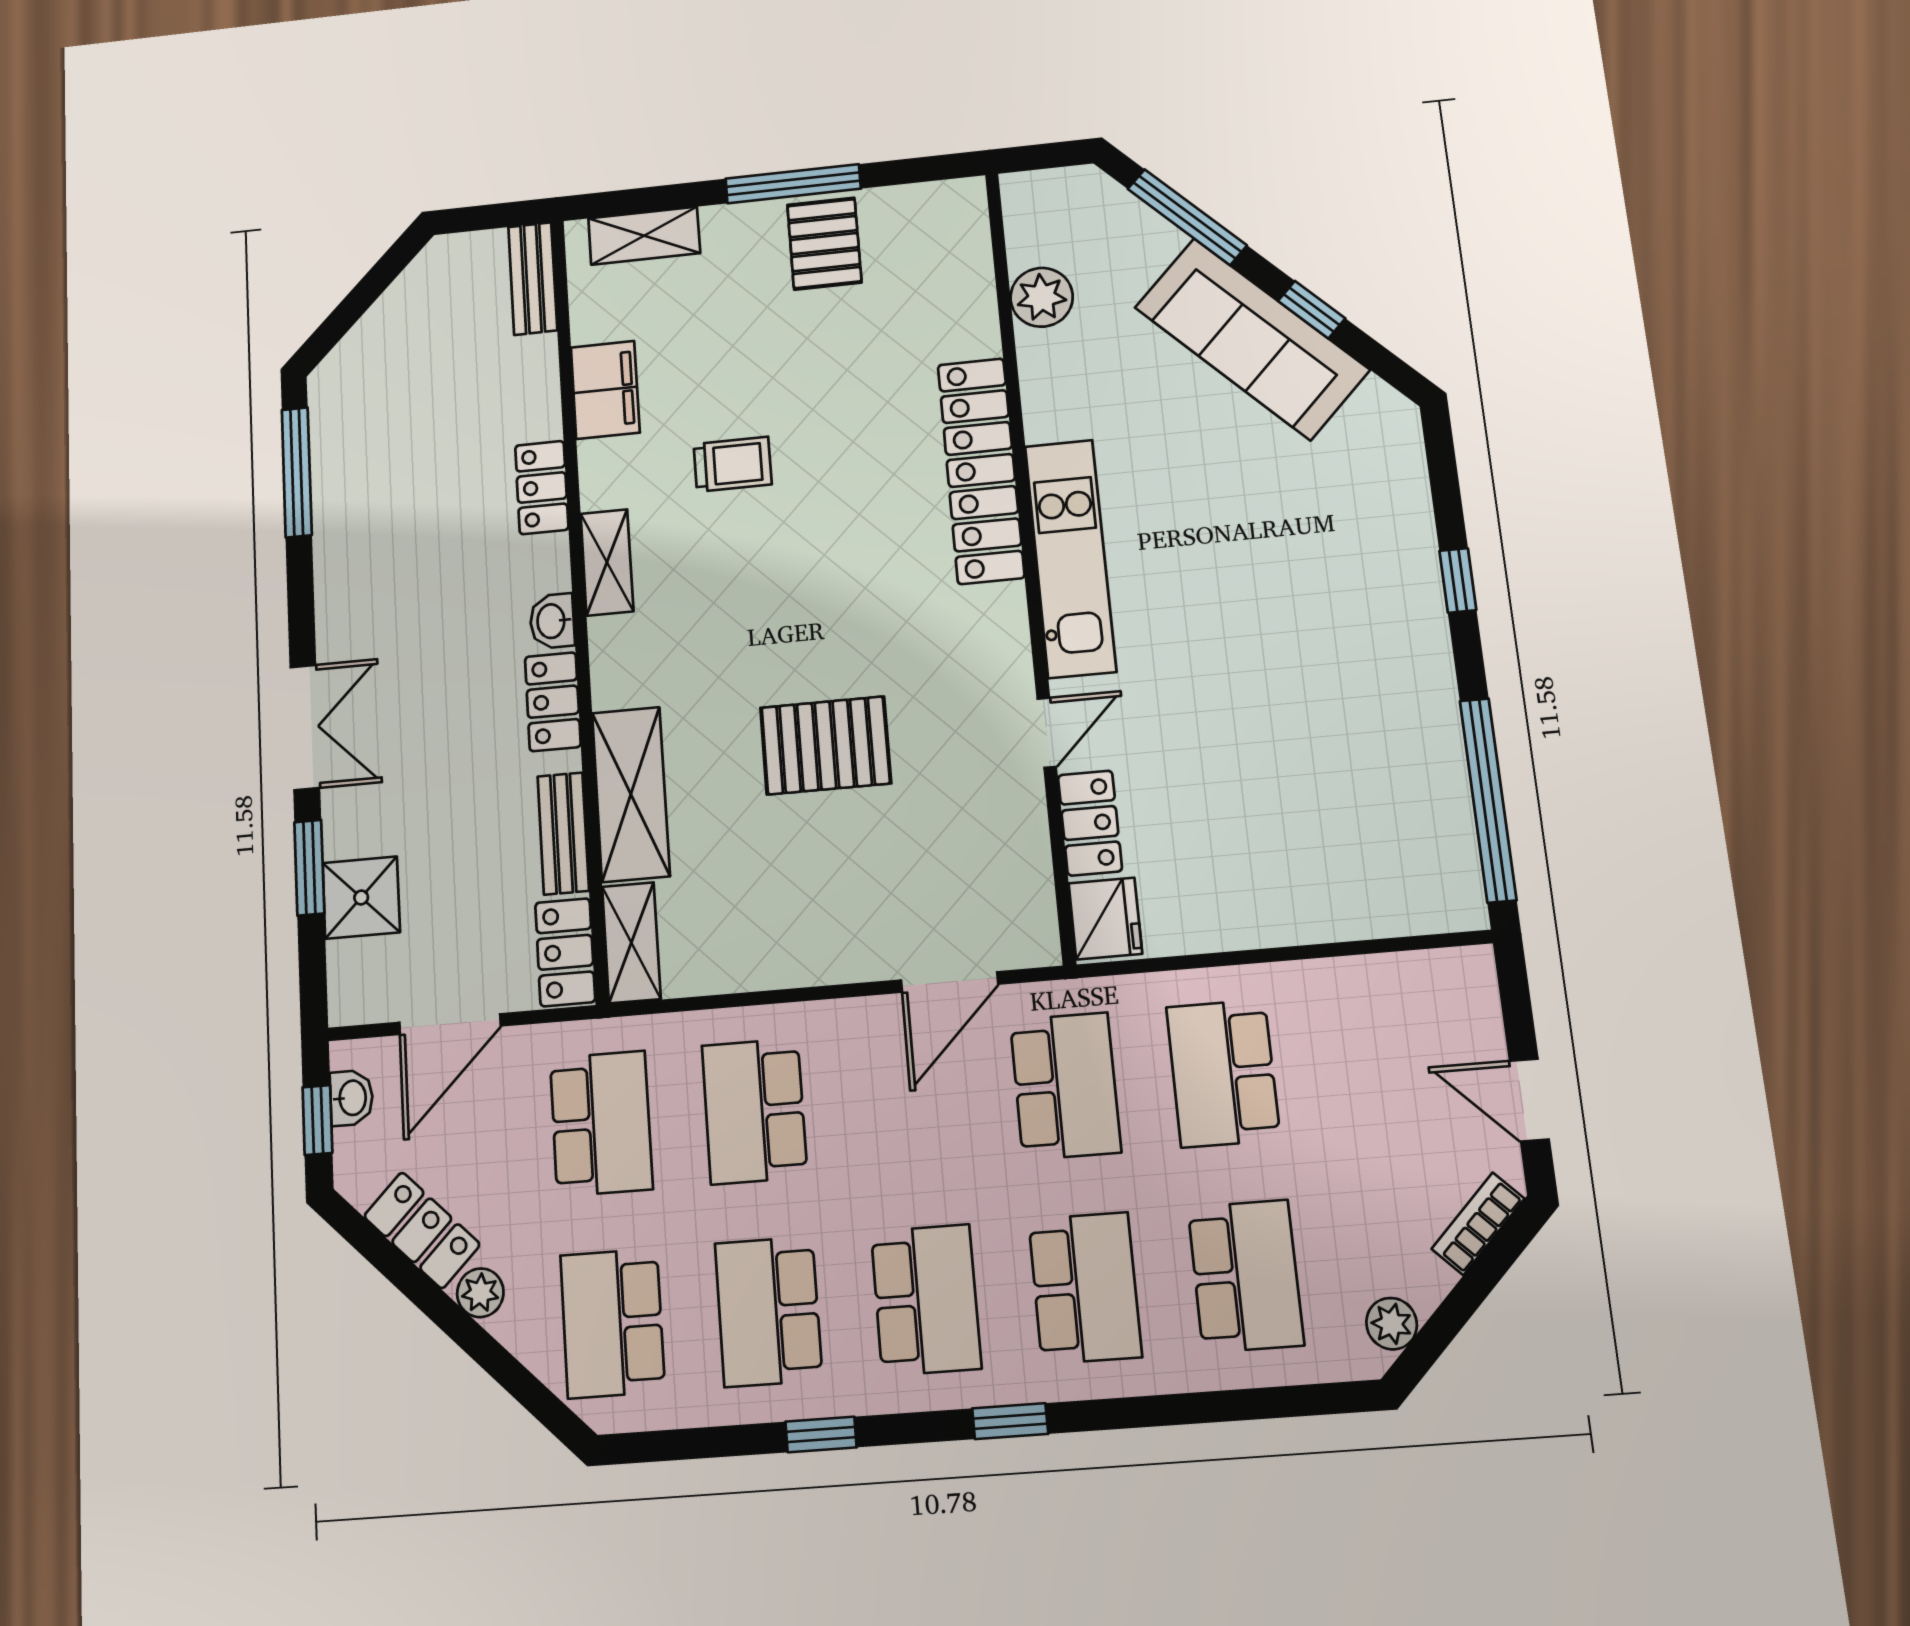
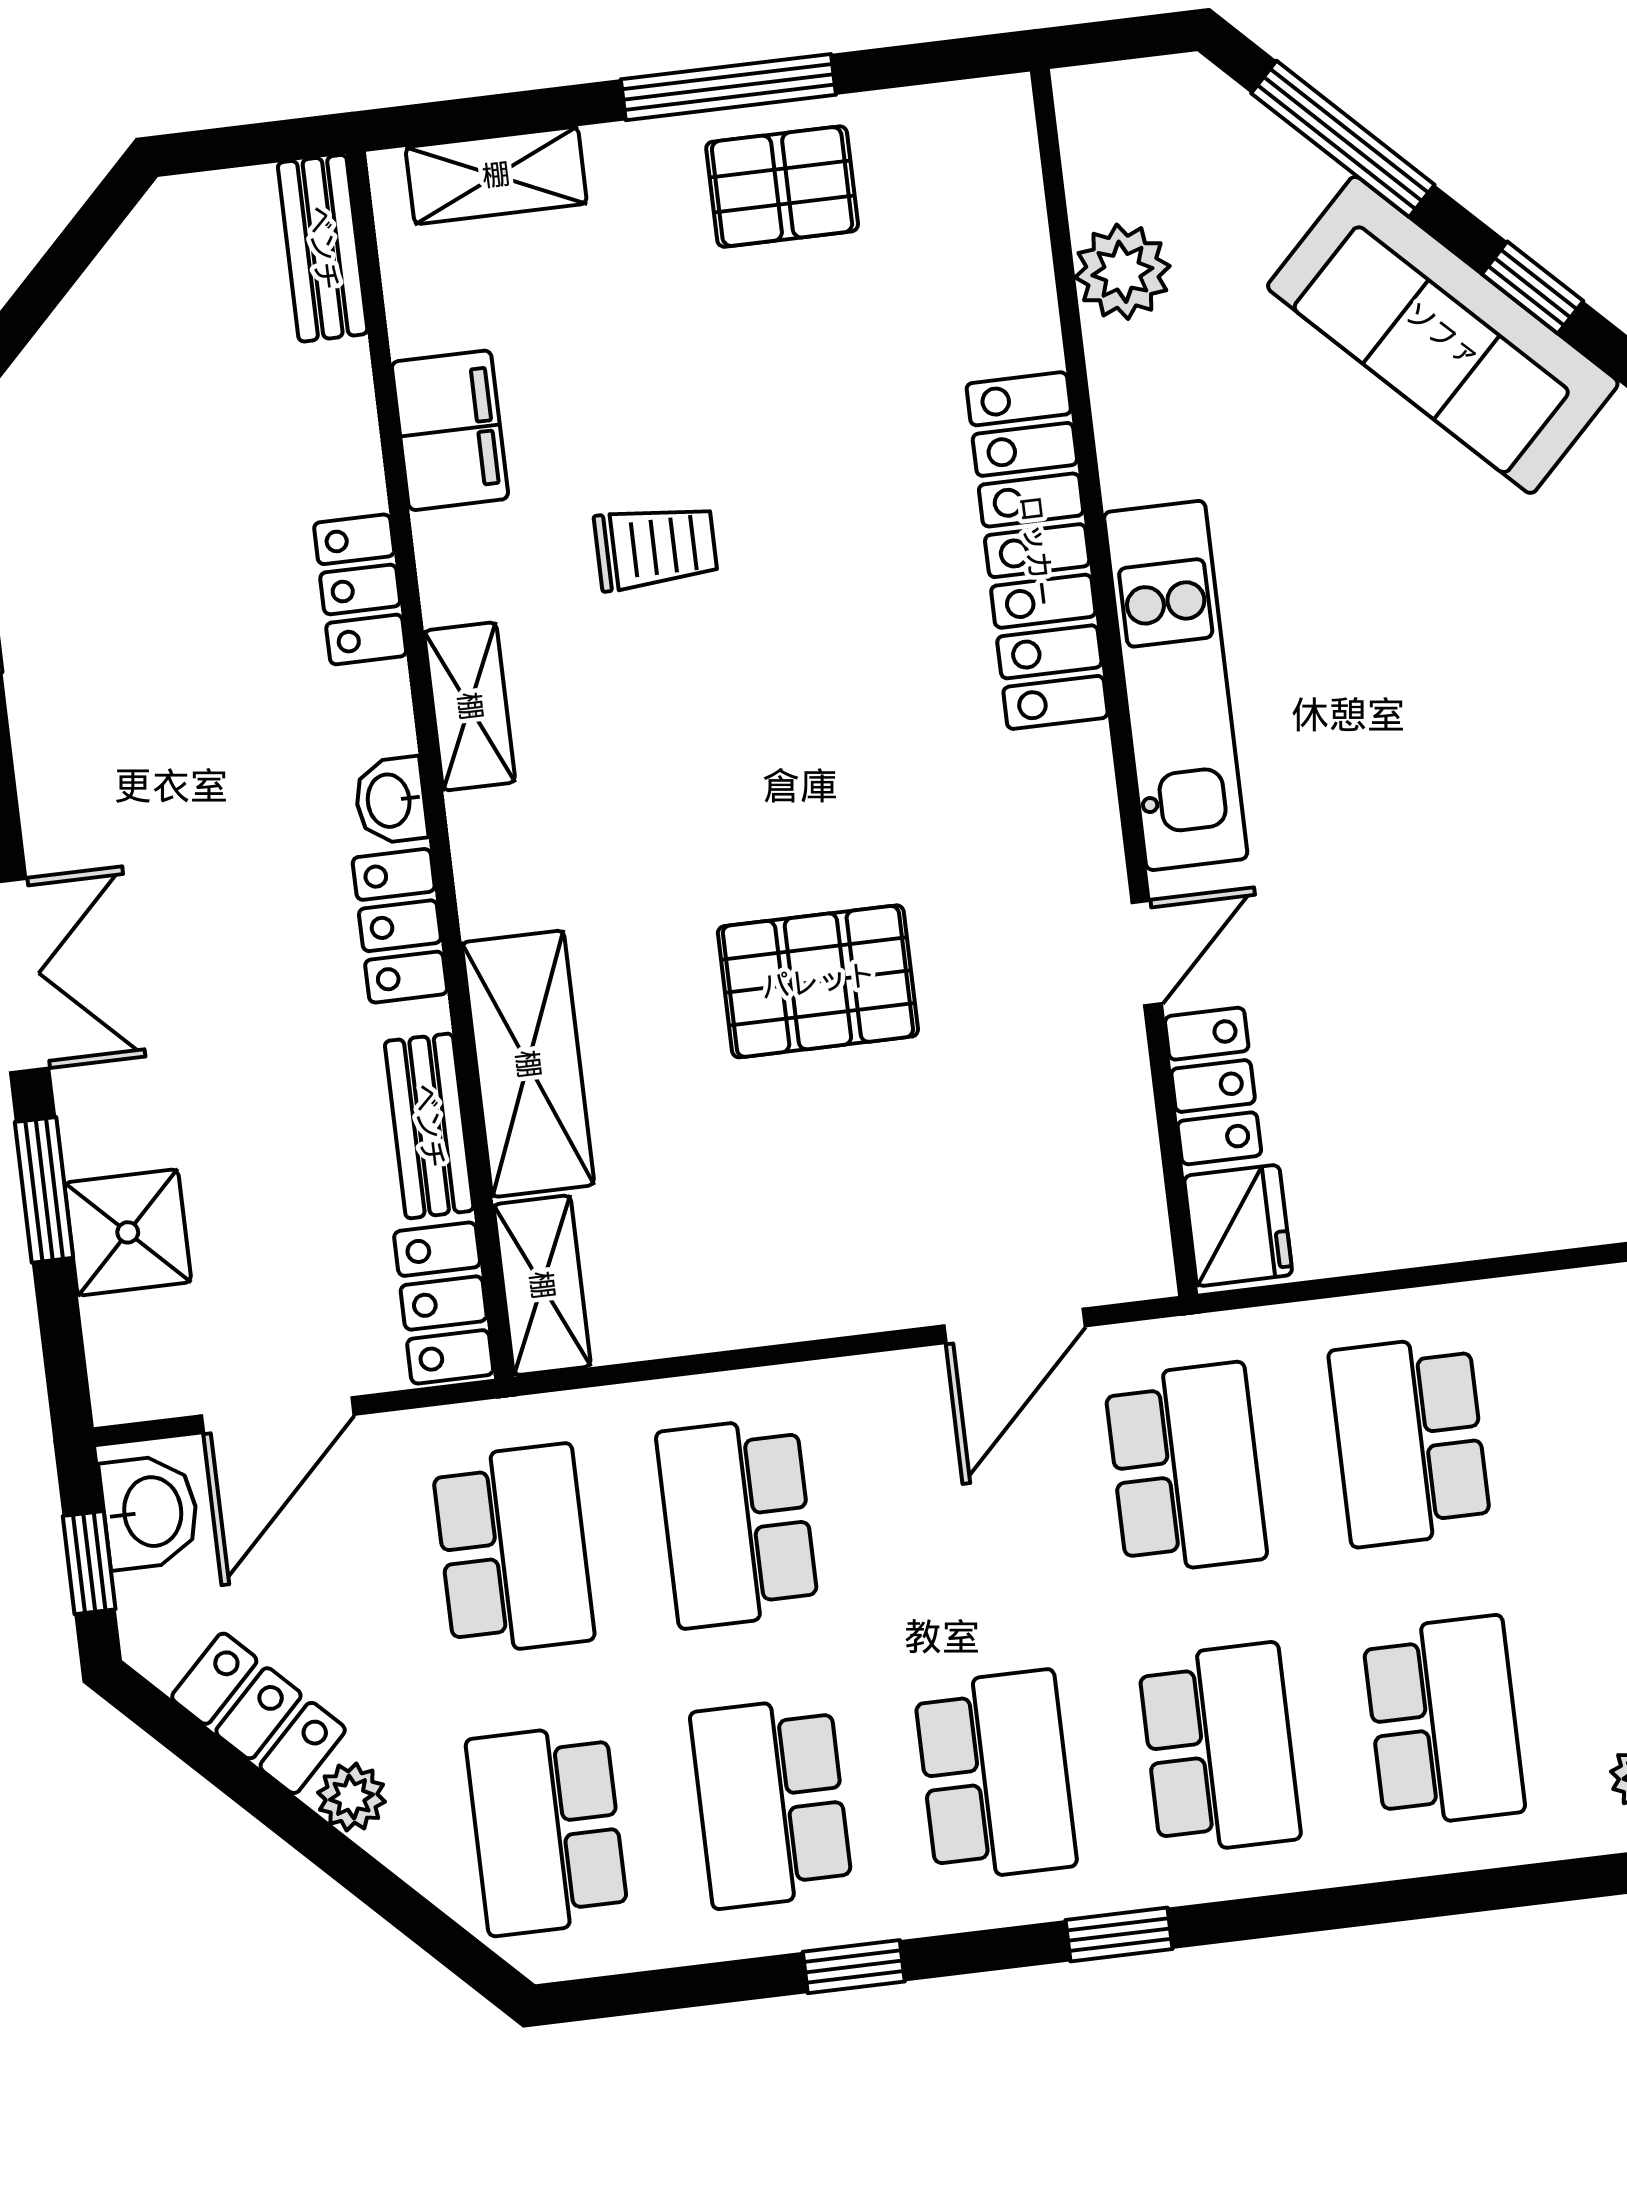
pallet: (824, 244) -> (782, 187), turned 90
washbasin: (351, 1098) -> (150, 1512), width x1.38, depth x1.45

